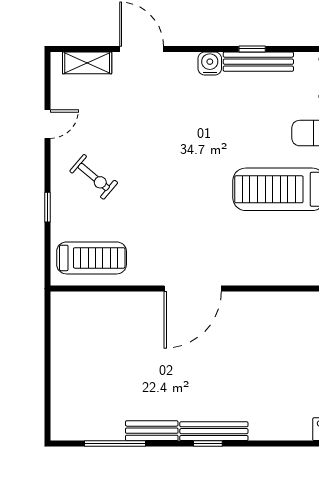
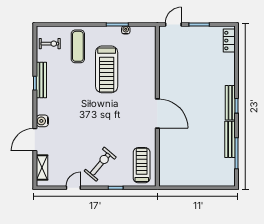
water cooler: (210, 63) -> (42, 121), moved
door: (48, 124) -> (73, 188), hinge flipped
exercise bike: (94, 177) -> (100, 164), width x1.38, depth x1.39
bench: (152, 431) -> (230, 139), width x1.36

